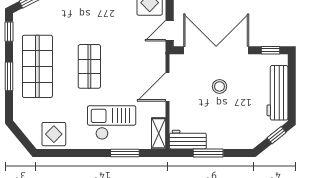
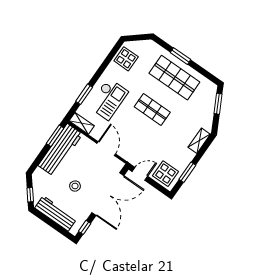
door: (170, 31) -> (140, 174), hinge flipped
window: (9, 32) -> (208, 75), removed
stool: (219, 86) -> (75, 186), moved
workbench: (188, 140) -> (60, 150), width x1.88, depth x1.32
window: (208, 153) -> (55, 136), moved

